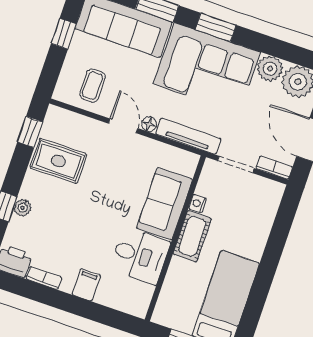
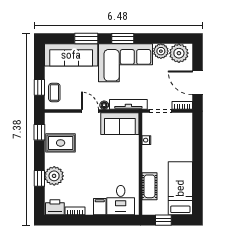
window: (64, 34) -> (39, 87), moved
coffee table: (93, 86) -> (54, 92), moved
sofa: (165, 204) -> (120, 124), moved, turned -90
plant: (23, 208) -> (54, 176), width x1.88, depth x1.88
cot: (192, 236) -> (150, 186), moved
desk: (140, 256) -> (121, 200), moved, turned 90

